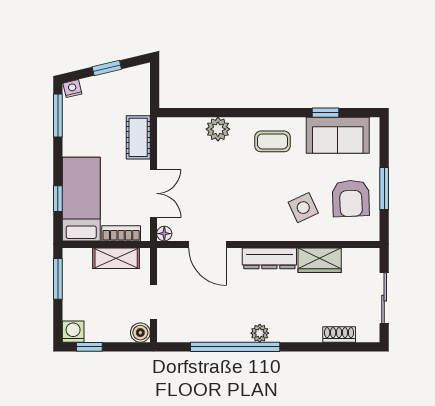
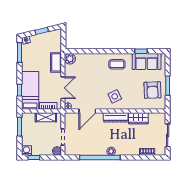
plant: (218, 129) -> (70, 59), moved
side table: (303, 208) -> (115, 96), moved
door: (207, 244) -> (87, 111), hinge flipped

